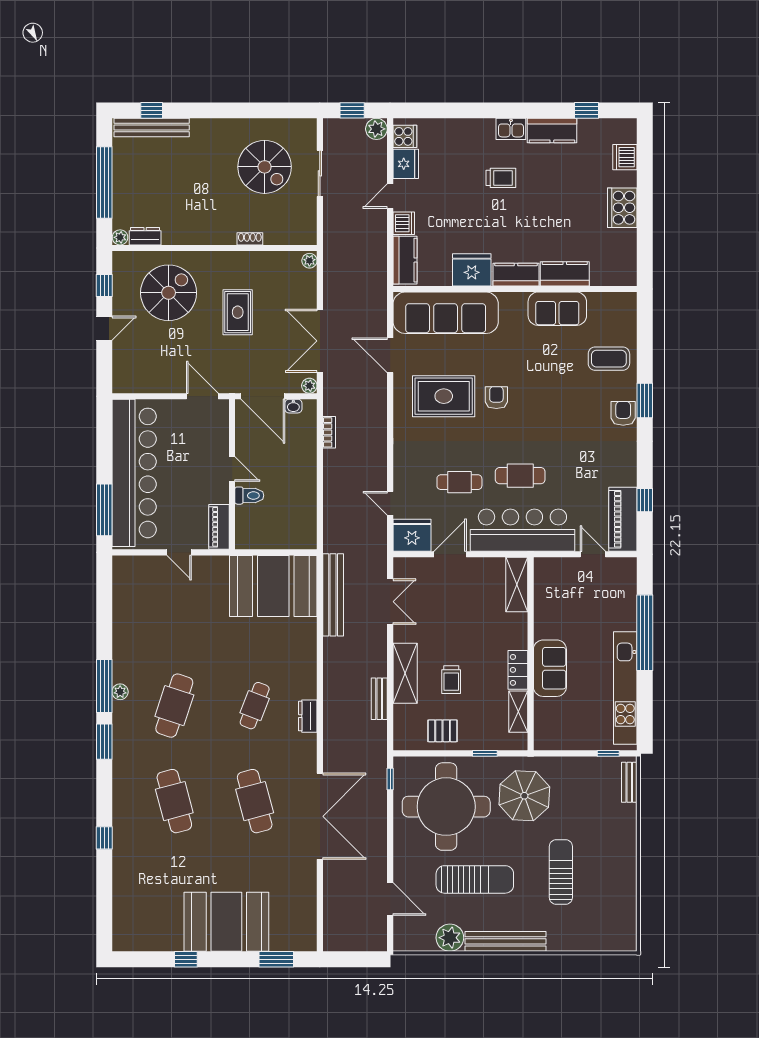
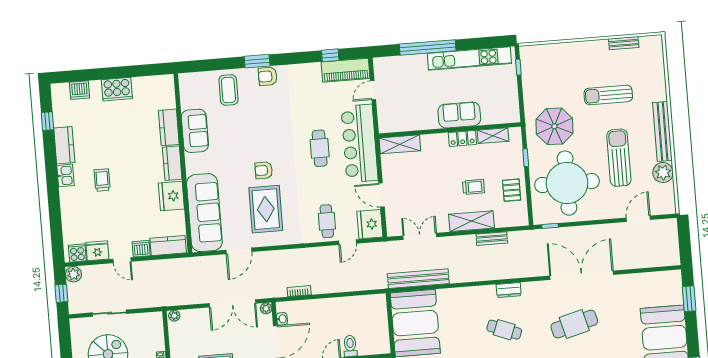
cafe table: (459, 482) -> (327, 221), moved
bench: (629, 782) -> (624, 43), moved

